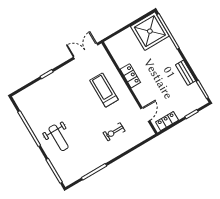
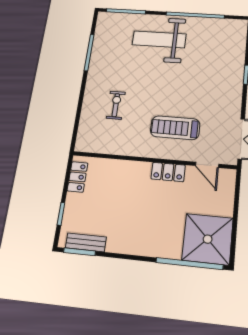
bench: (186, 73) -> (86, 242), moved
treadmill: (104, 90) -> (175, 128), turned 180
door: (145, 115) -> (207, 165), moved
weight bench: (59, 138) -> (159, 39), width x1.36, depth x1.33

